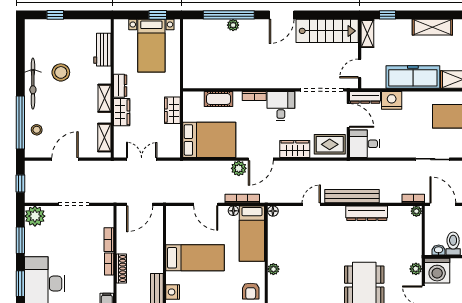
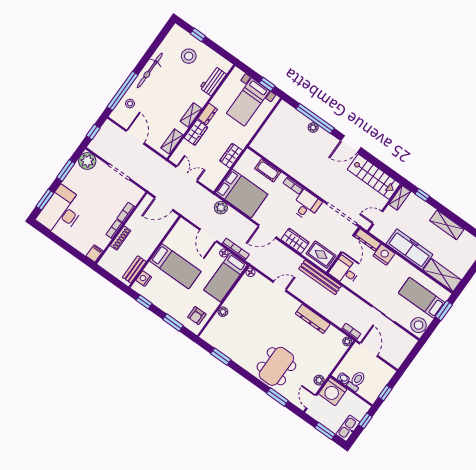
stool: (61, 72) -> (189, 56), moved
door: (65, 159) -> (135, 137), hinge flipped
plant: (239, 168) -> (221, 208), moved
bench: (352, 196) -> (320, 277), moved

